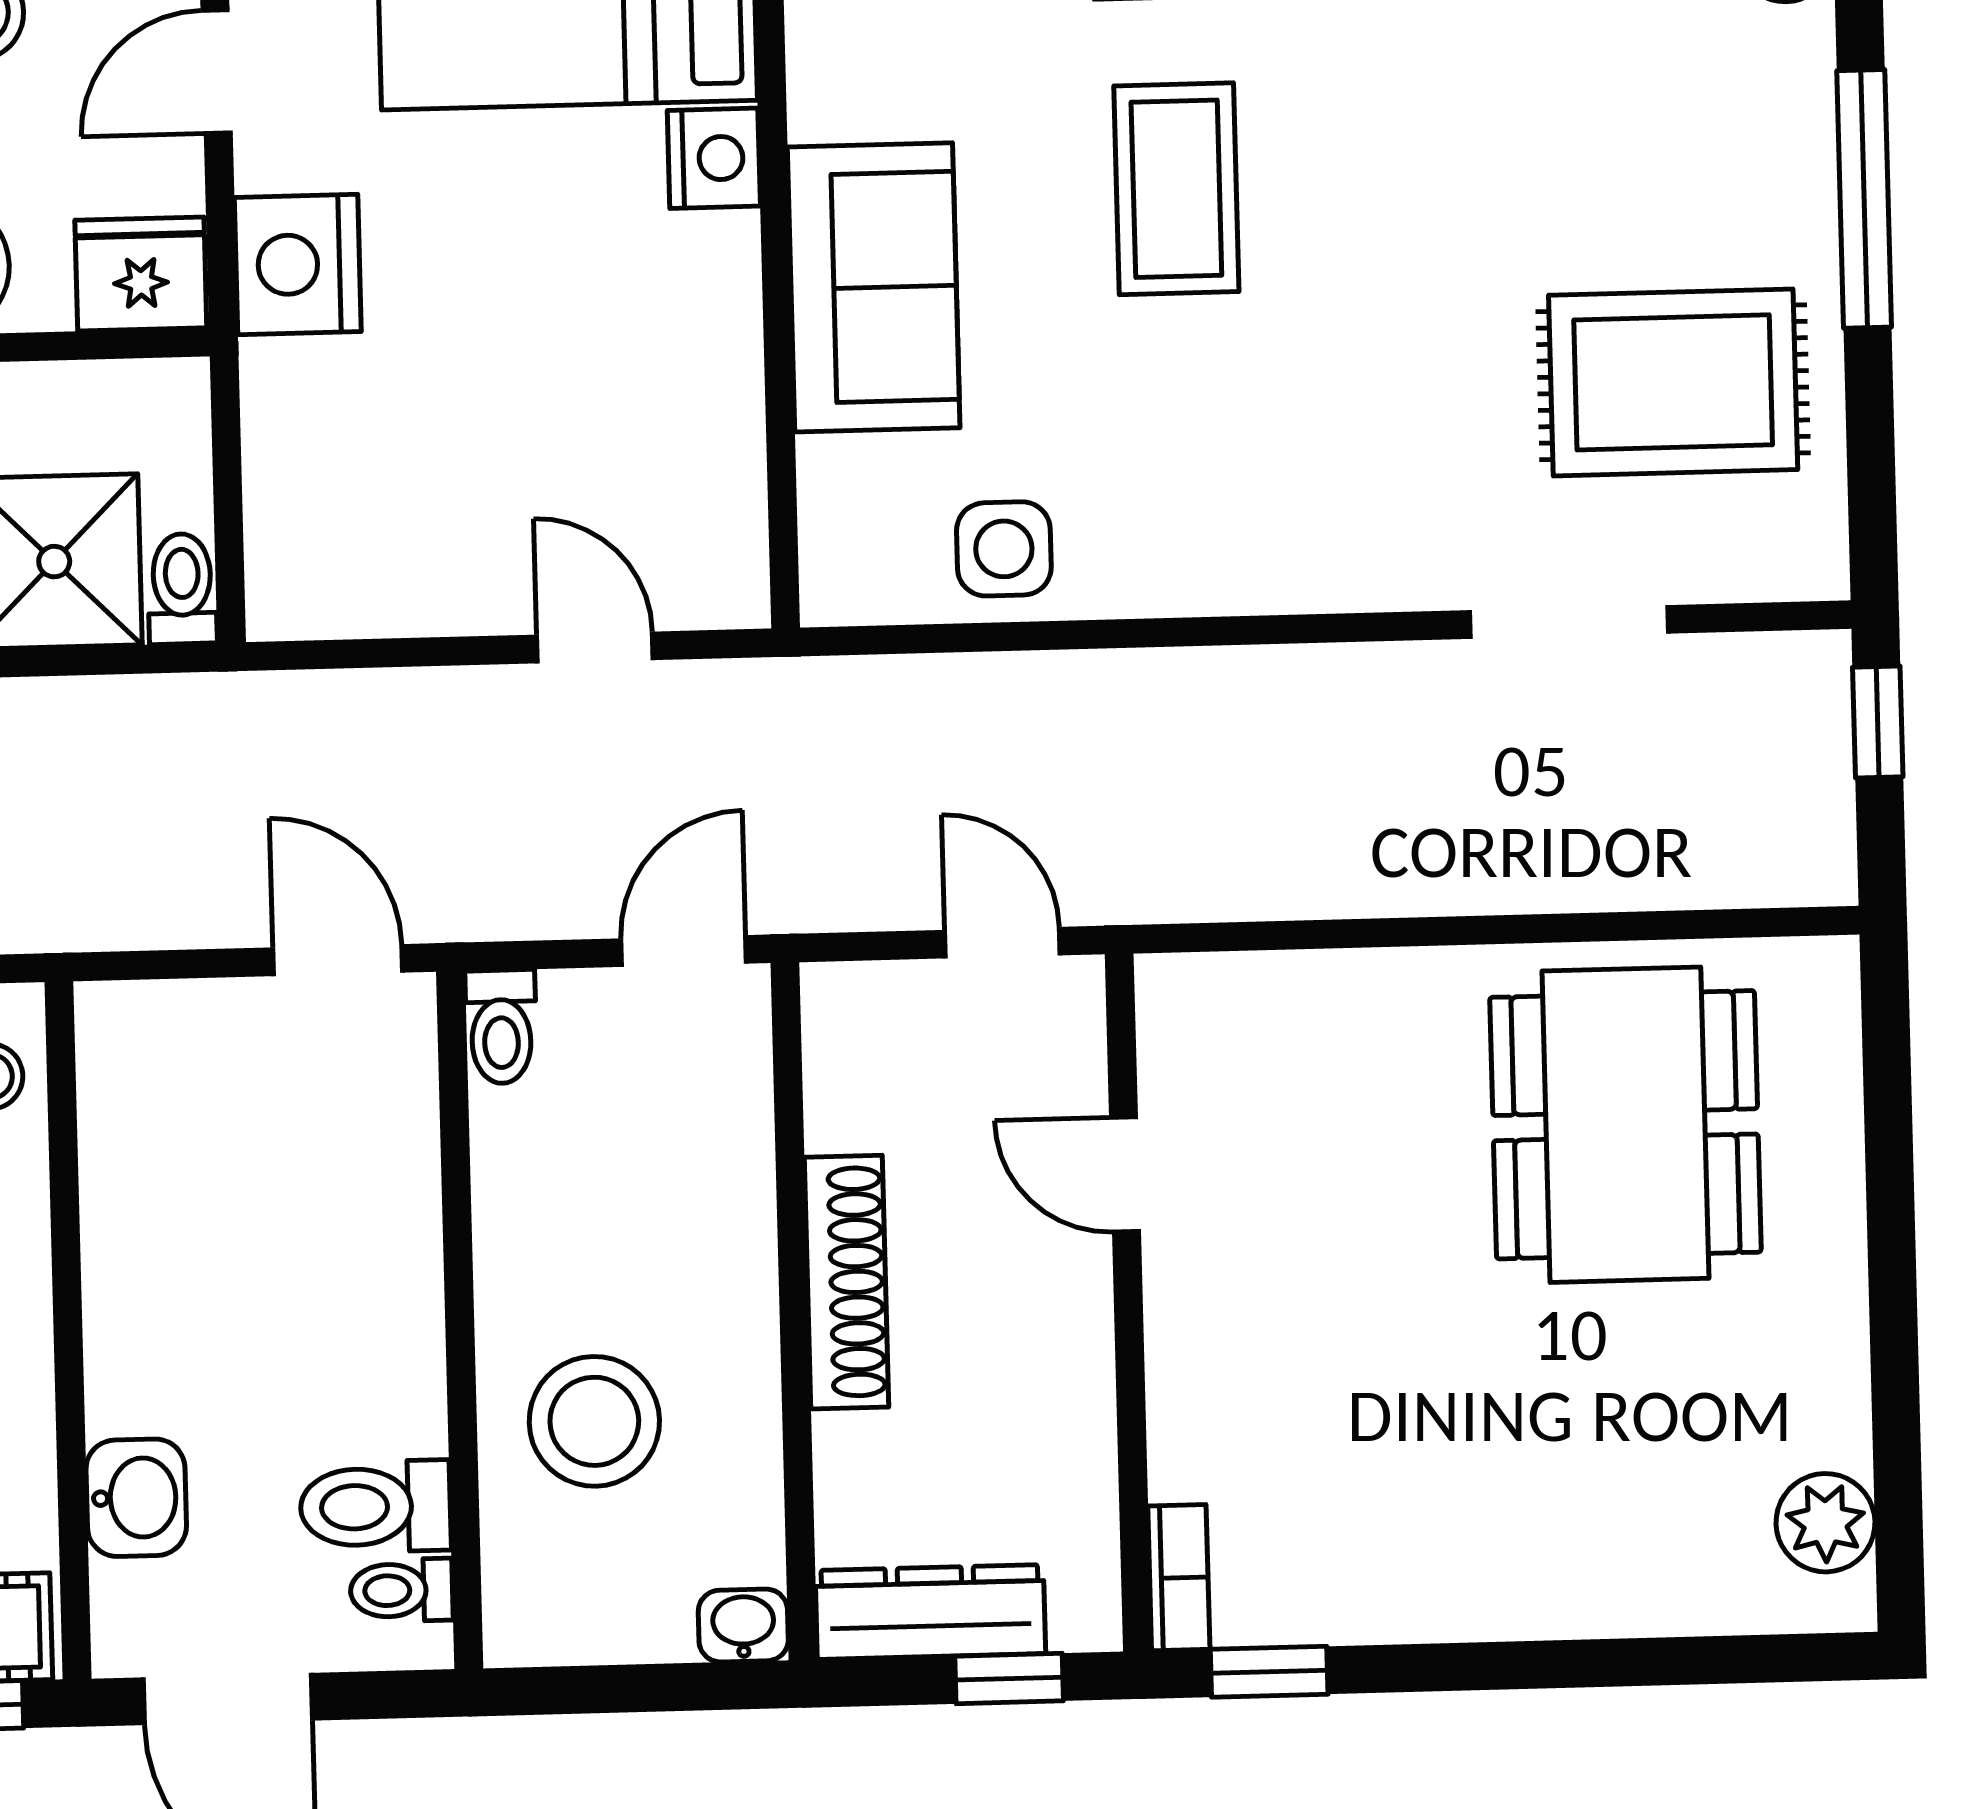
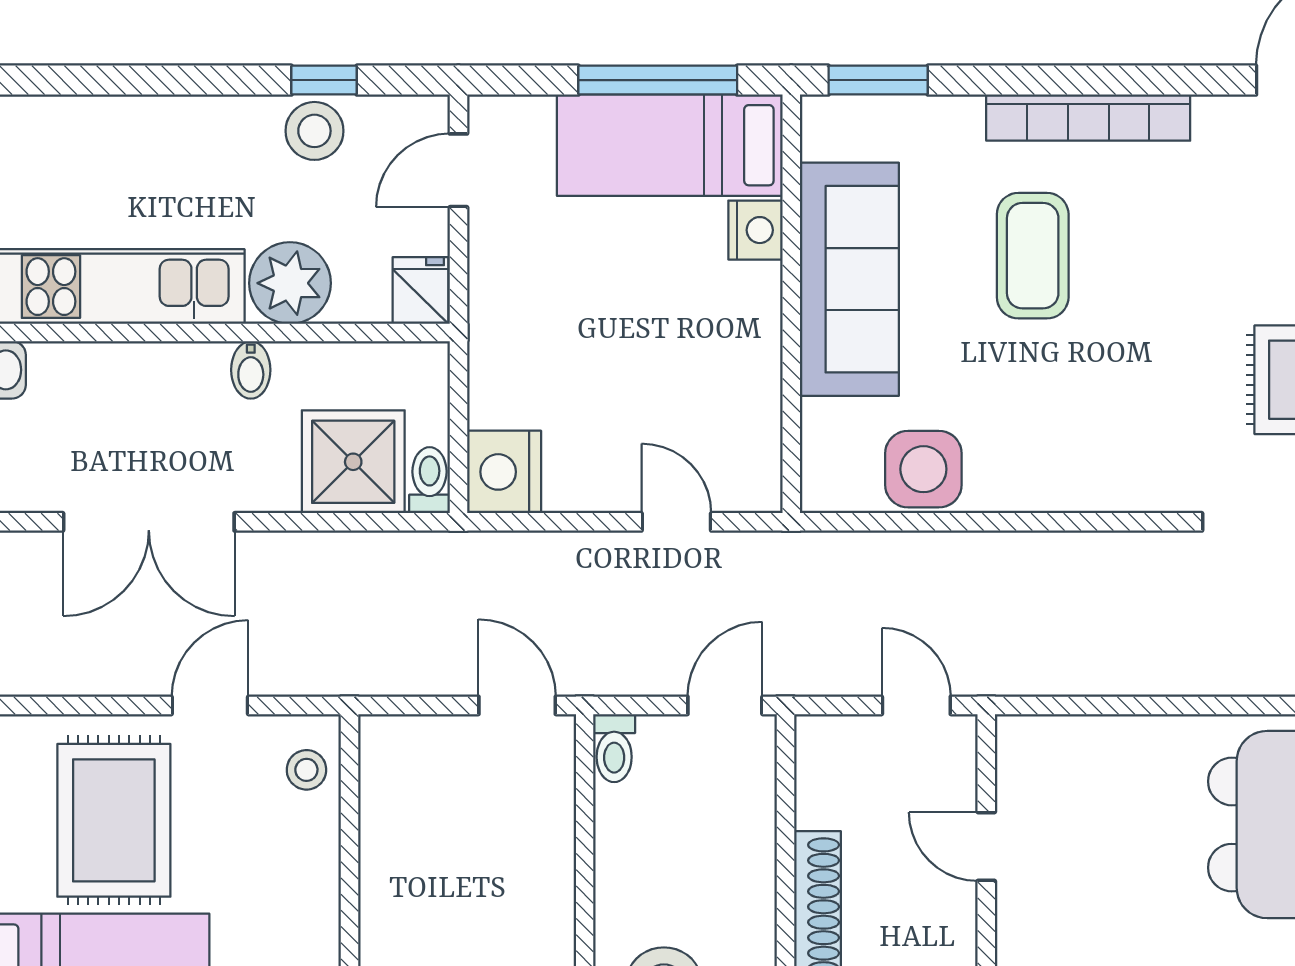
nightstand: (298, 265) -> (504, 472), moved
fridge: (141, 274) -> (420, 291), width x0.72
sofa: (874, 287) -> (849, 279), width x1.36
side table: (1004, 549) -> (923, 469), width x1.37, depth x1.37

